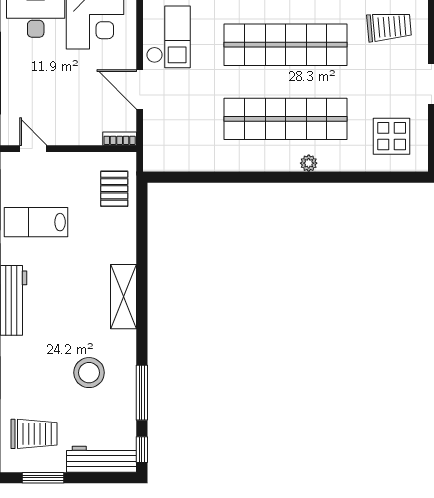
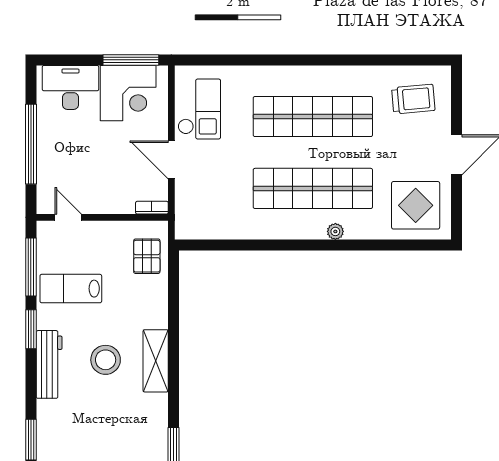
display table: (392, 136) -> (416, 205), width x1.36, depth x1.36
stool: (89, 373) -> (106, 360), moved

